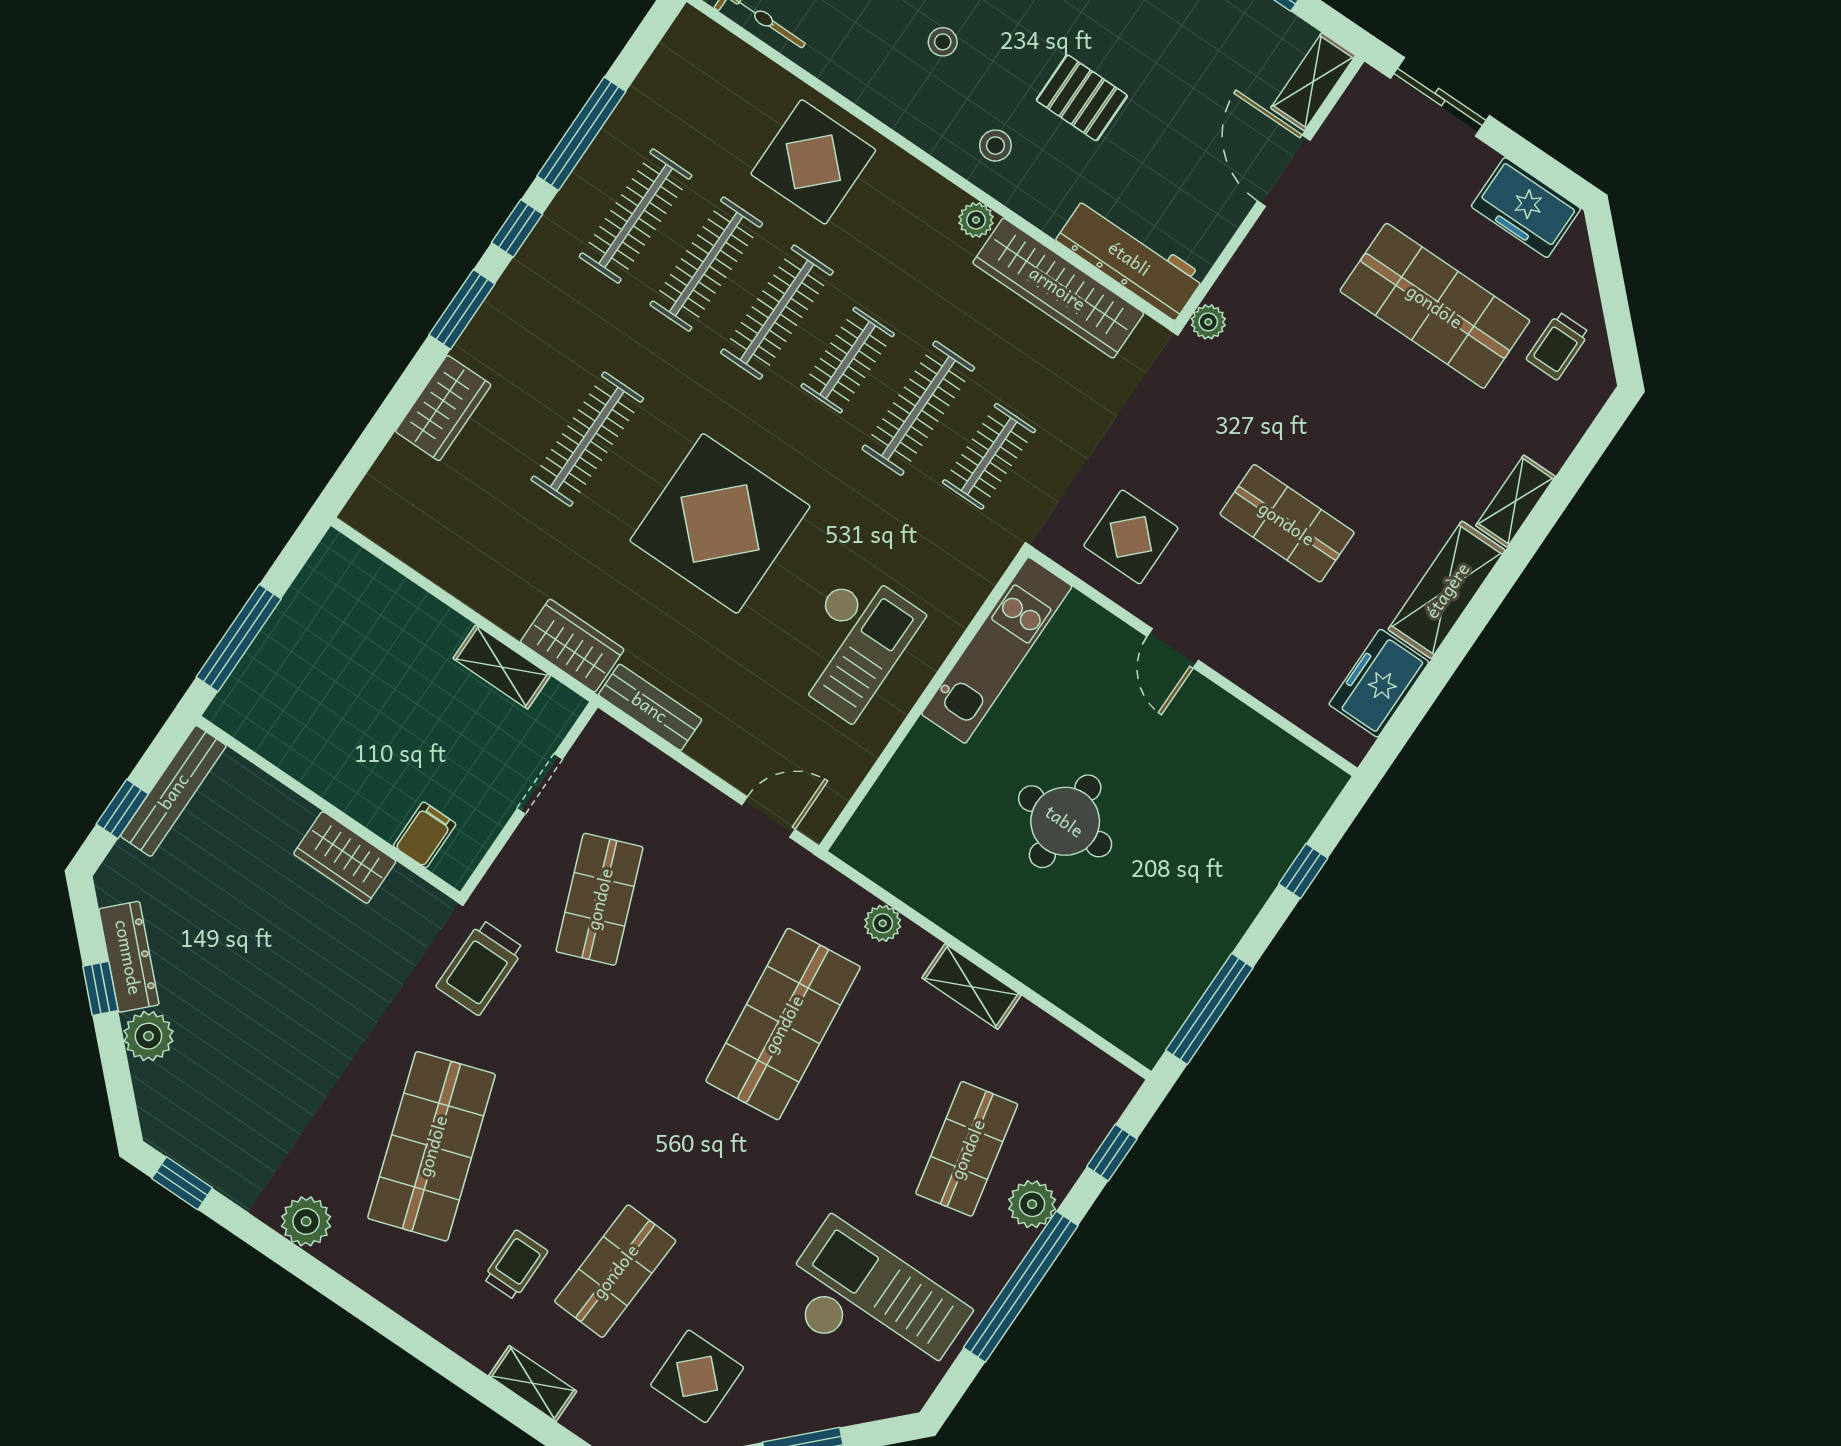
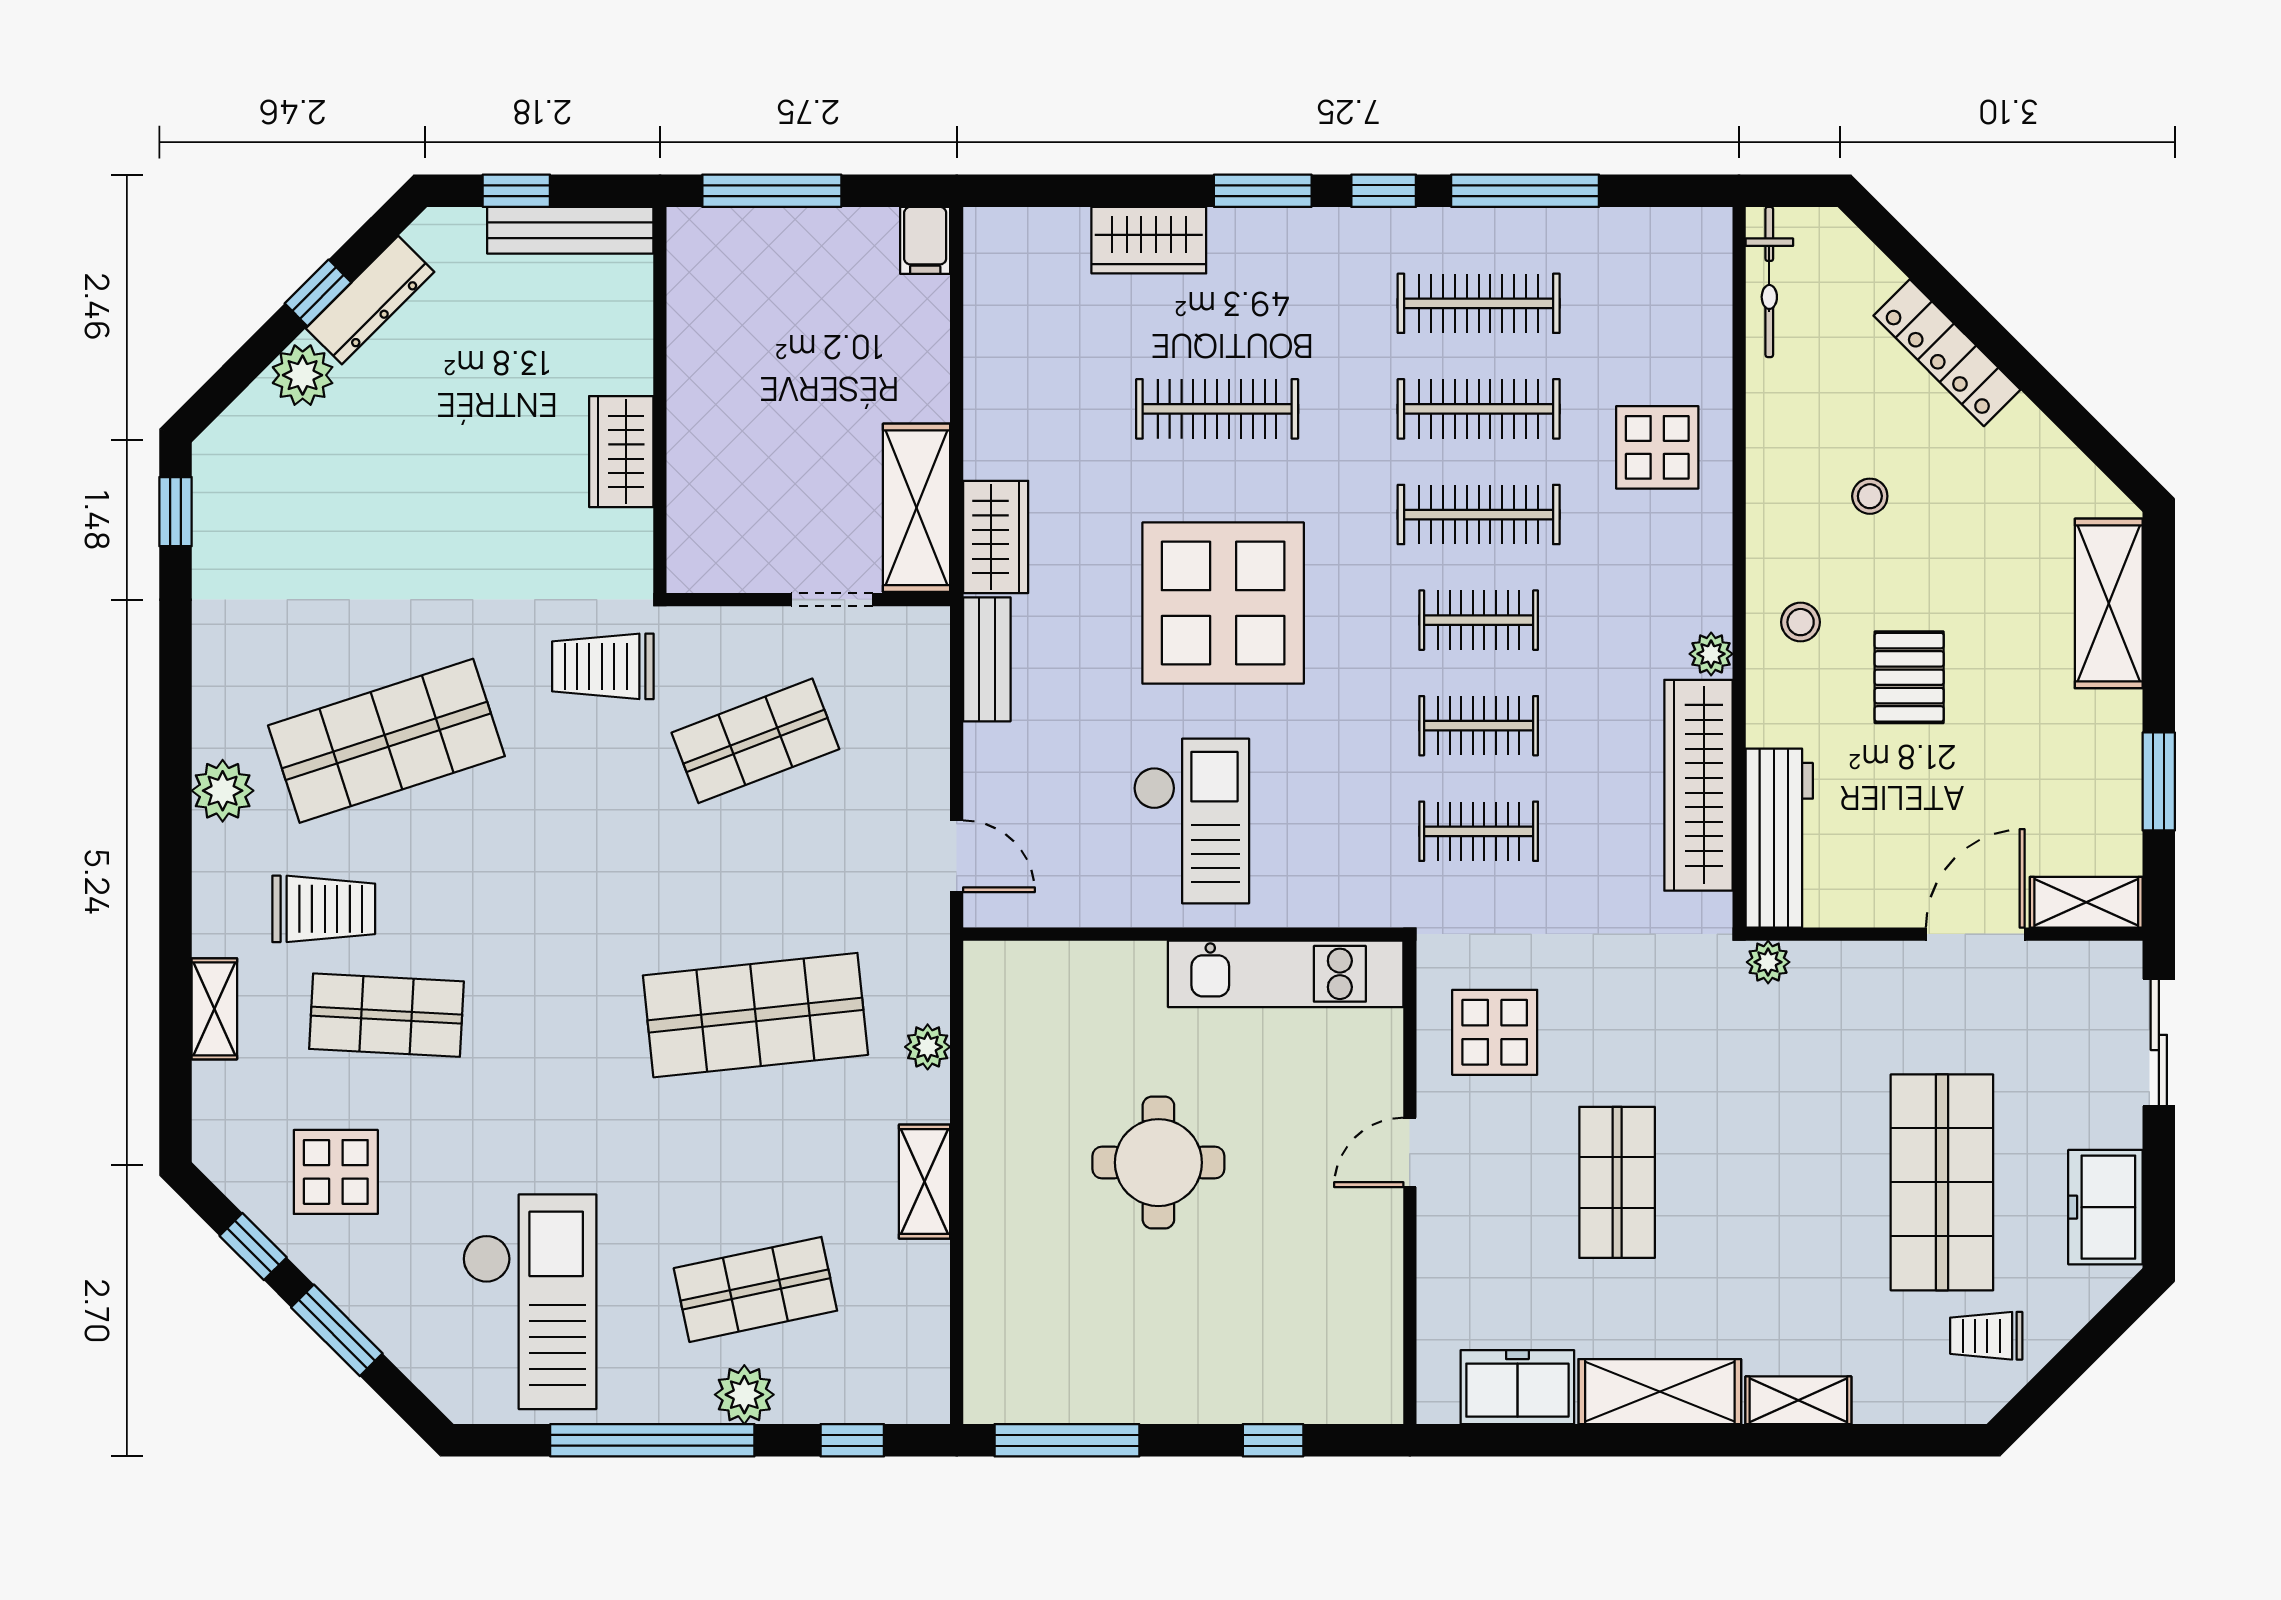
display table: (813, 162) -> (1657, 447), width x0.73, depth x0.73
clothes rail: (918, 408) -> (1479, 726), width x0.73
checkout: (851, 644) -> (1191, 821), turned -90
shelving: (502, 667) -> (917, 508), width x1.50, depth x1.33
filing cabinet: (425, 835) -> (925, 240), moved, turned 90
plant: (306, 1221) -> (223, 791), moved
trolley: (515, 1265) -> (324, 909), width x1.36, depth x1.39

